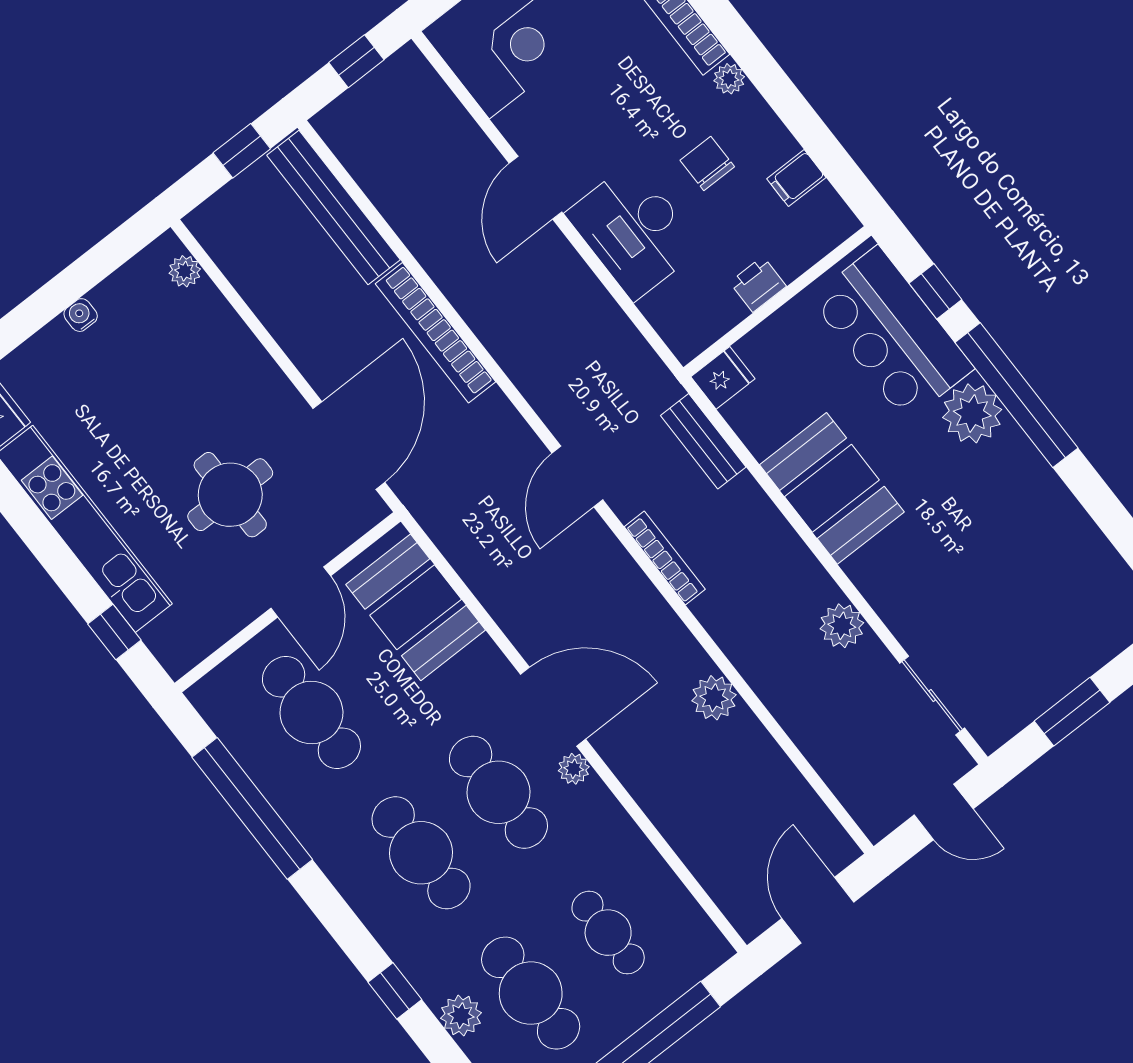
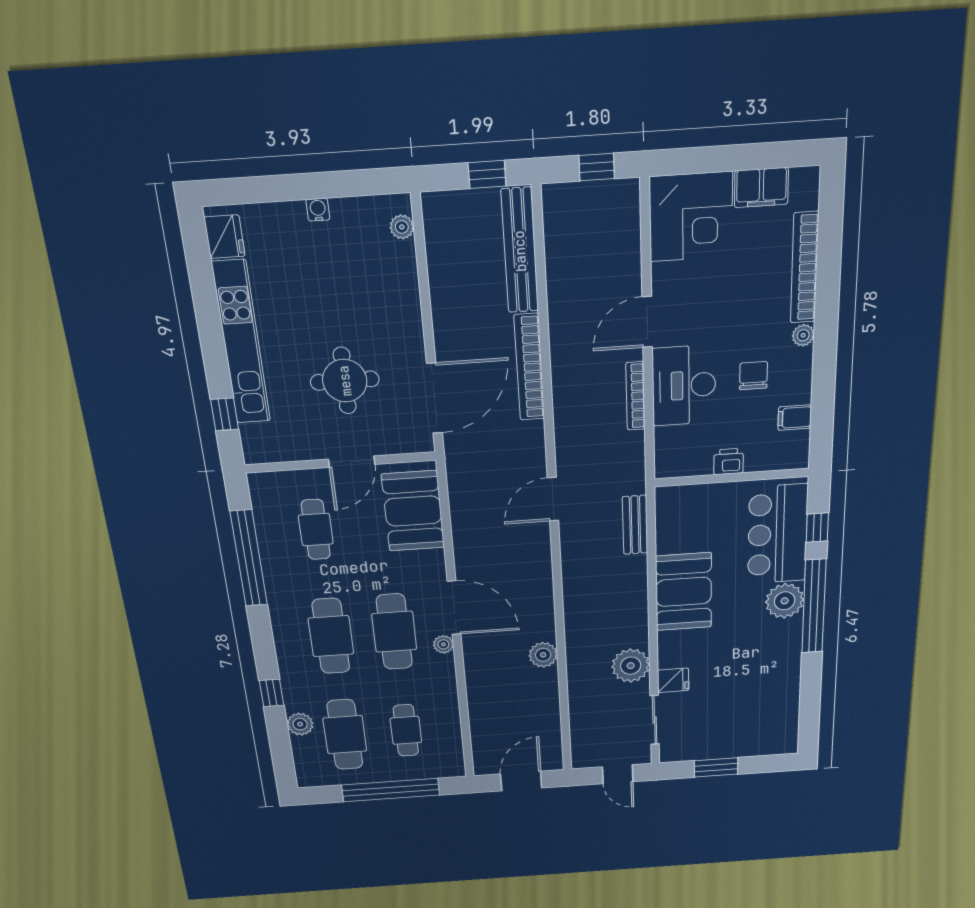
fridge: (723, 378) -> (673, 680), moved
bookcase: (665, 558) -> (635, 396), moved, turned 180
plant: (842, 626) -> (631, 666), width x1.36, depth x1.36
cafe table: (311, 712) -> (316, 530), width x0.73, depth x0.74

